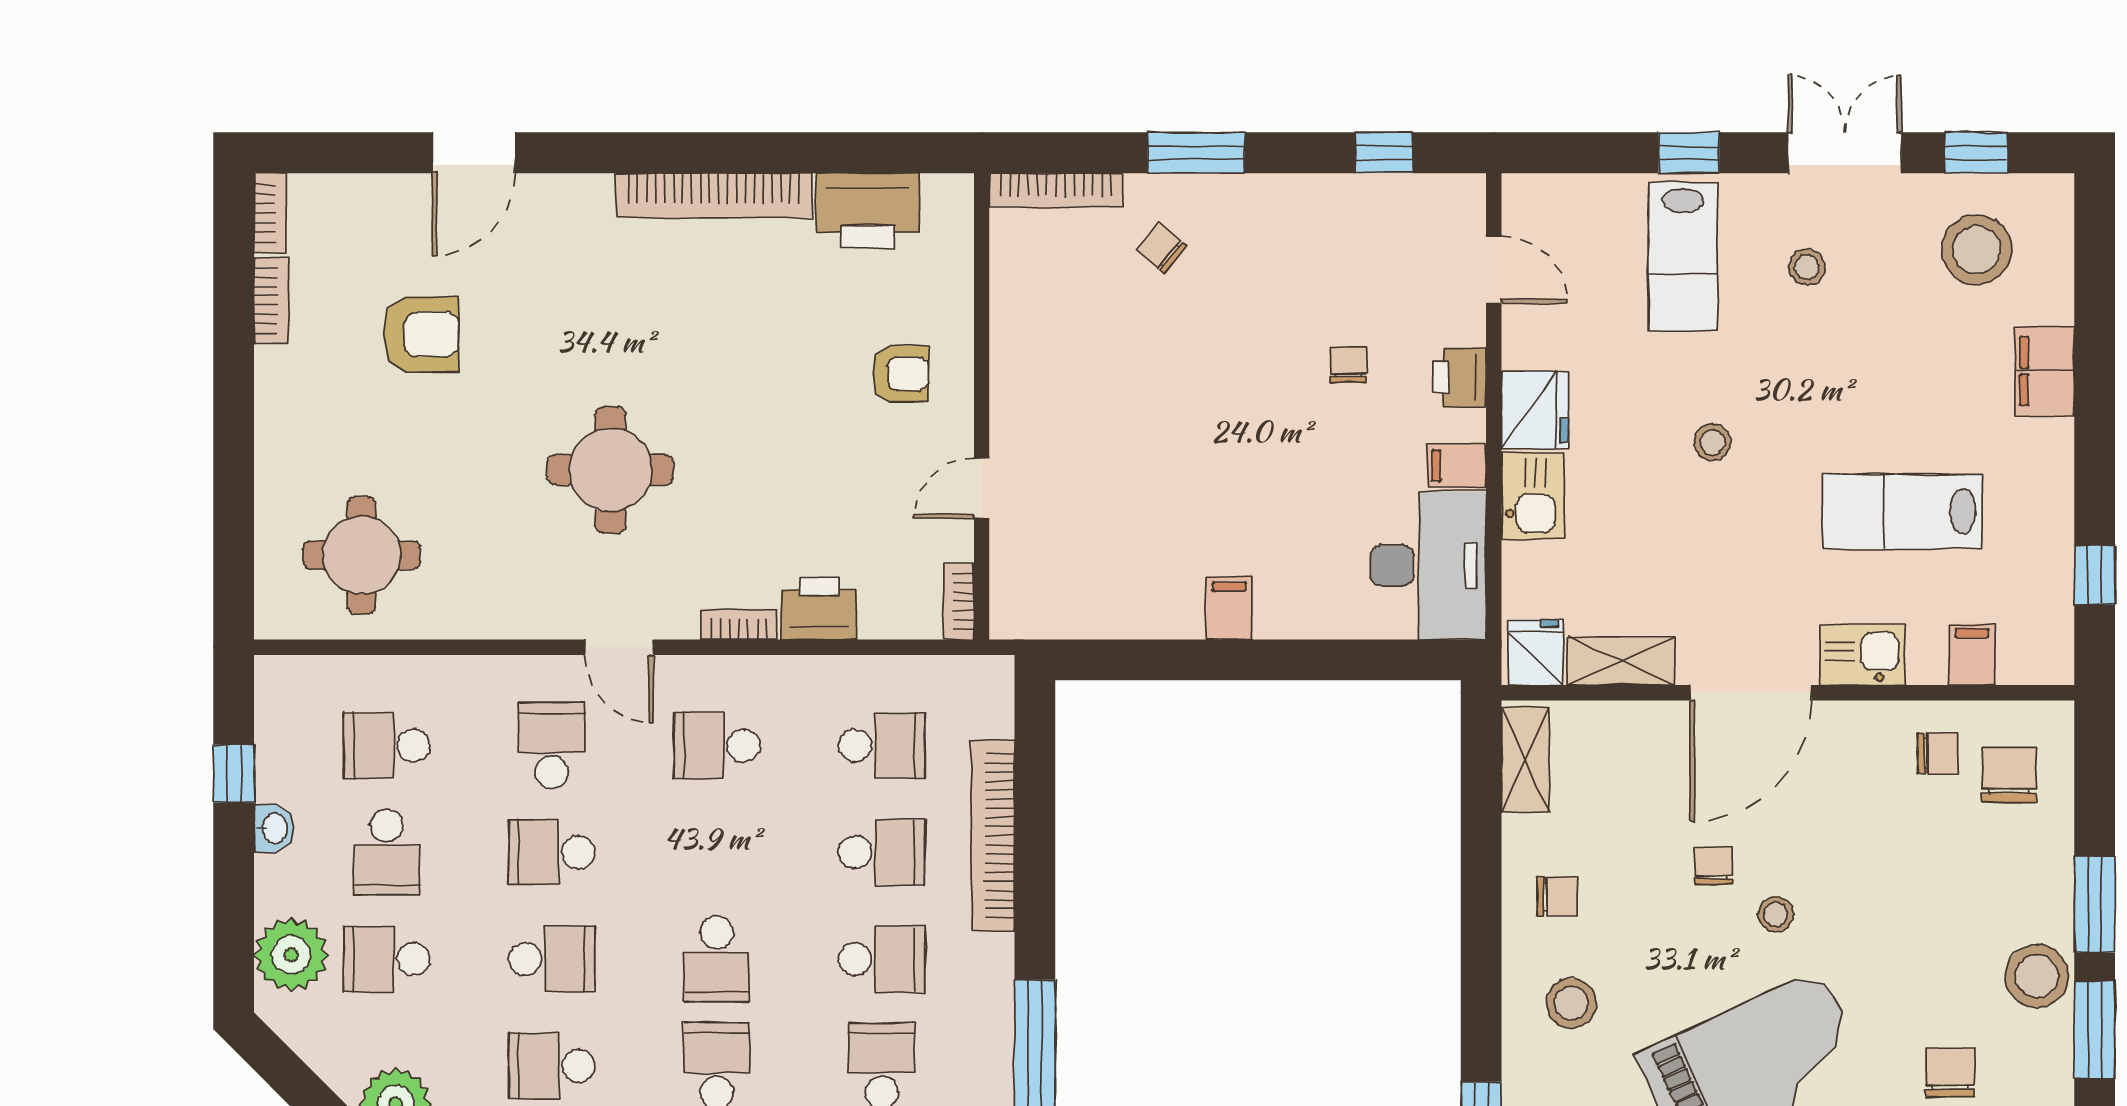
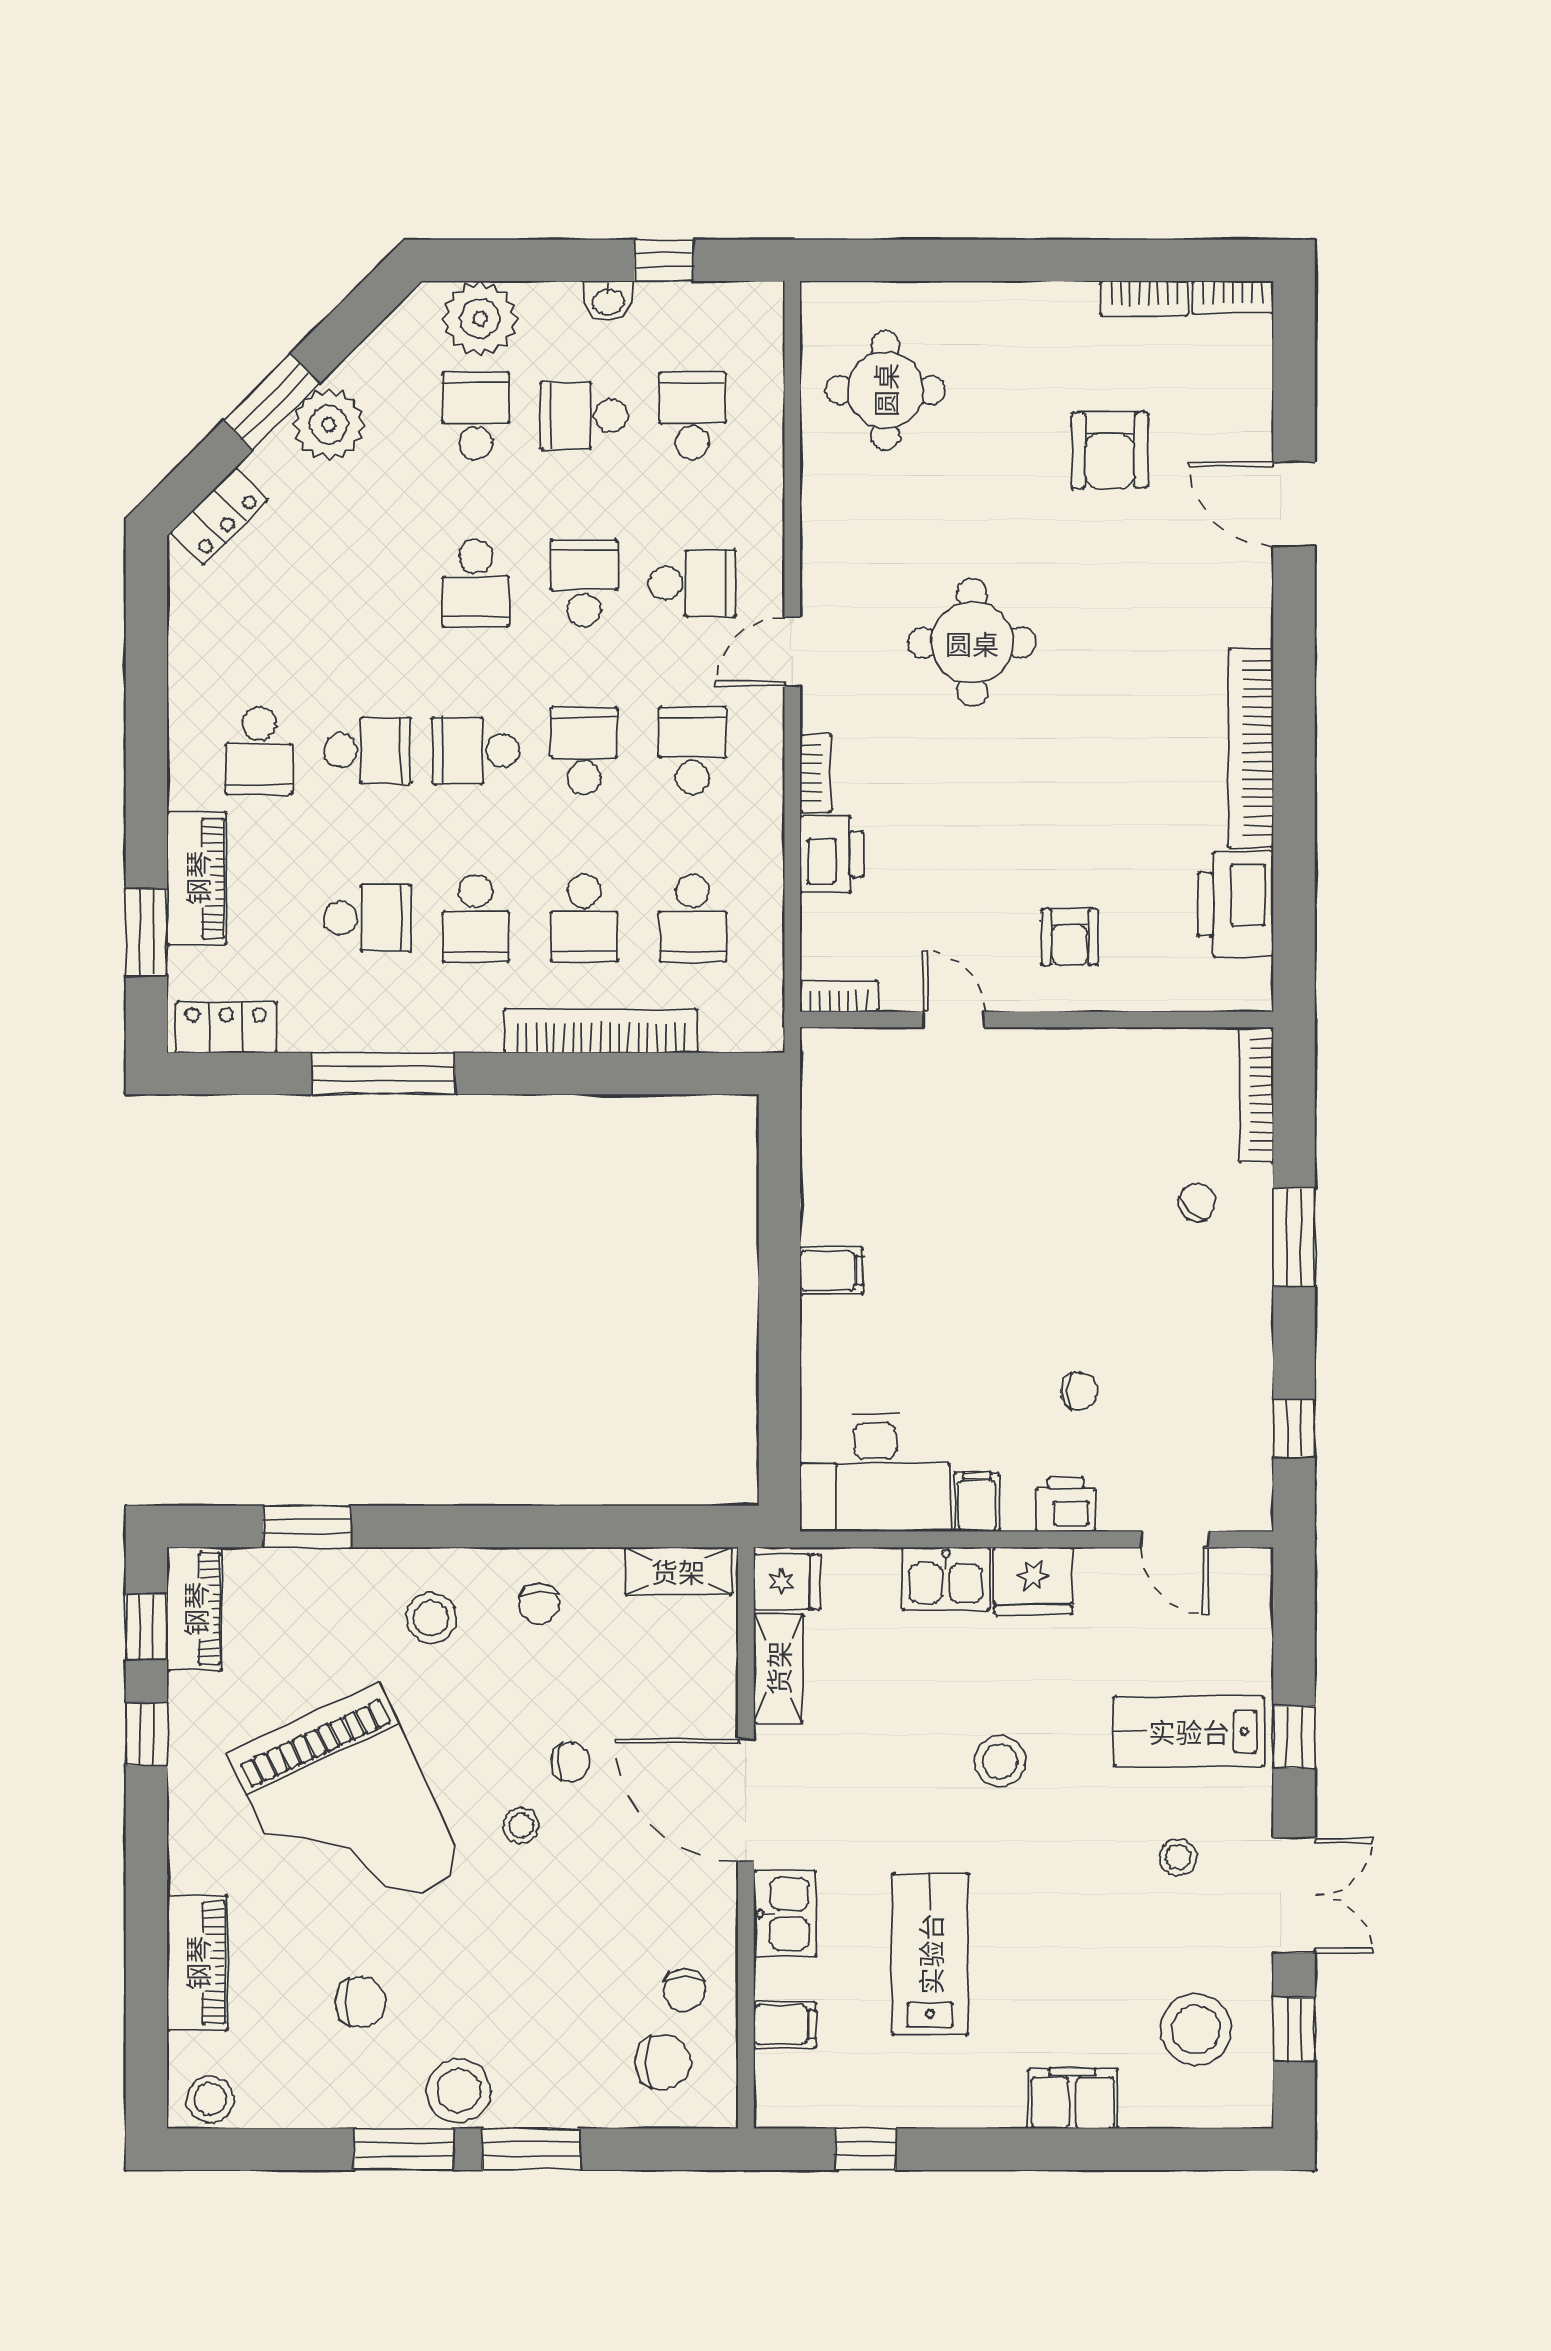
door: (1494, 270) -> (1175, 1539), hinge flipped
stool: (1712, 442) -> (1000, 1761), width x1.37, depth x1.37
school desk: (552, 1066) -> (584, 751), moved

